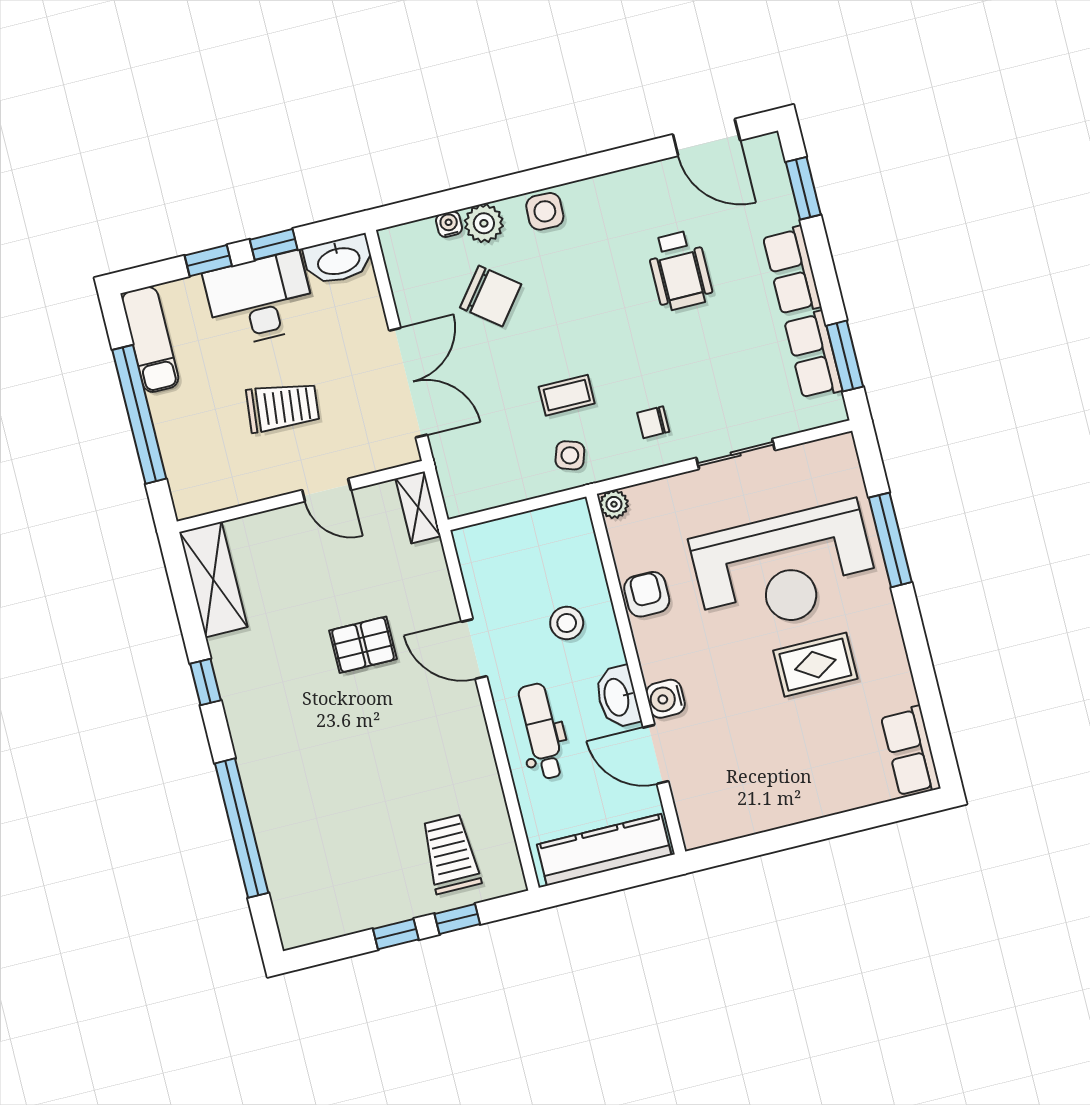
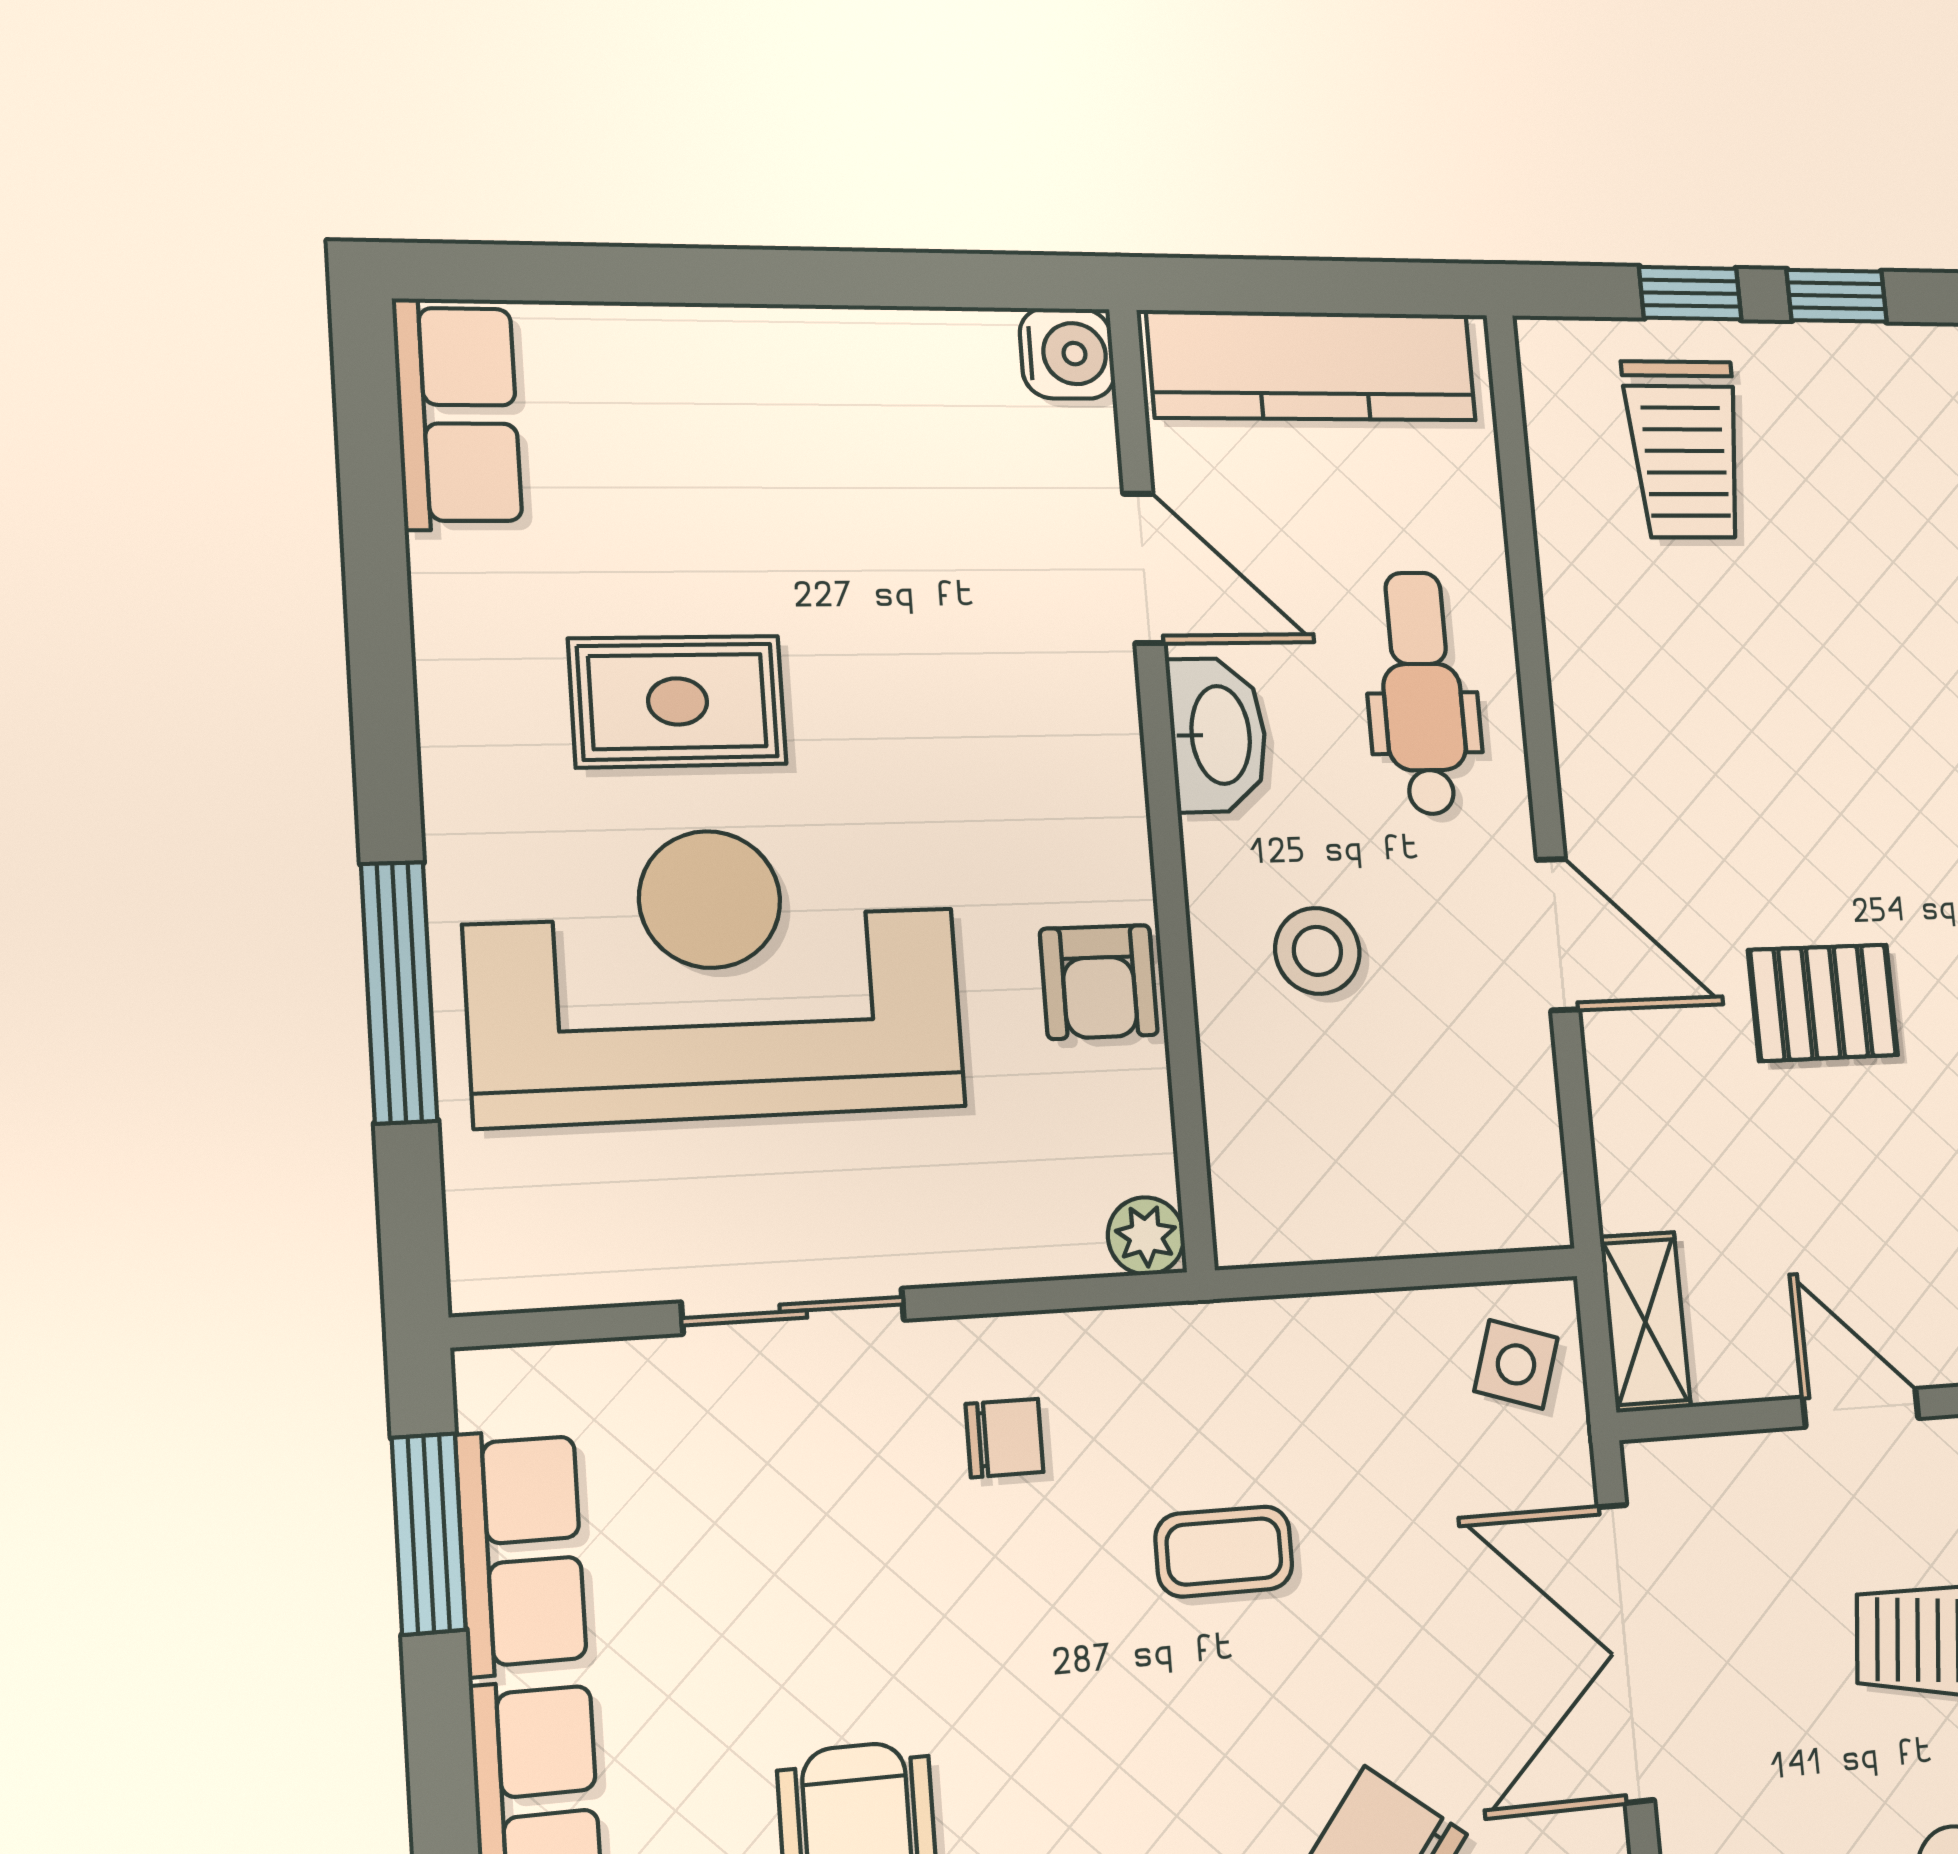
side table: (570, 455) -> (1516, 1364), moved
water cooler: (666, 699) -> (1067, 354), moved
dental chair: (541, 731) -> (1422, 693), turned 180

